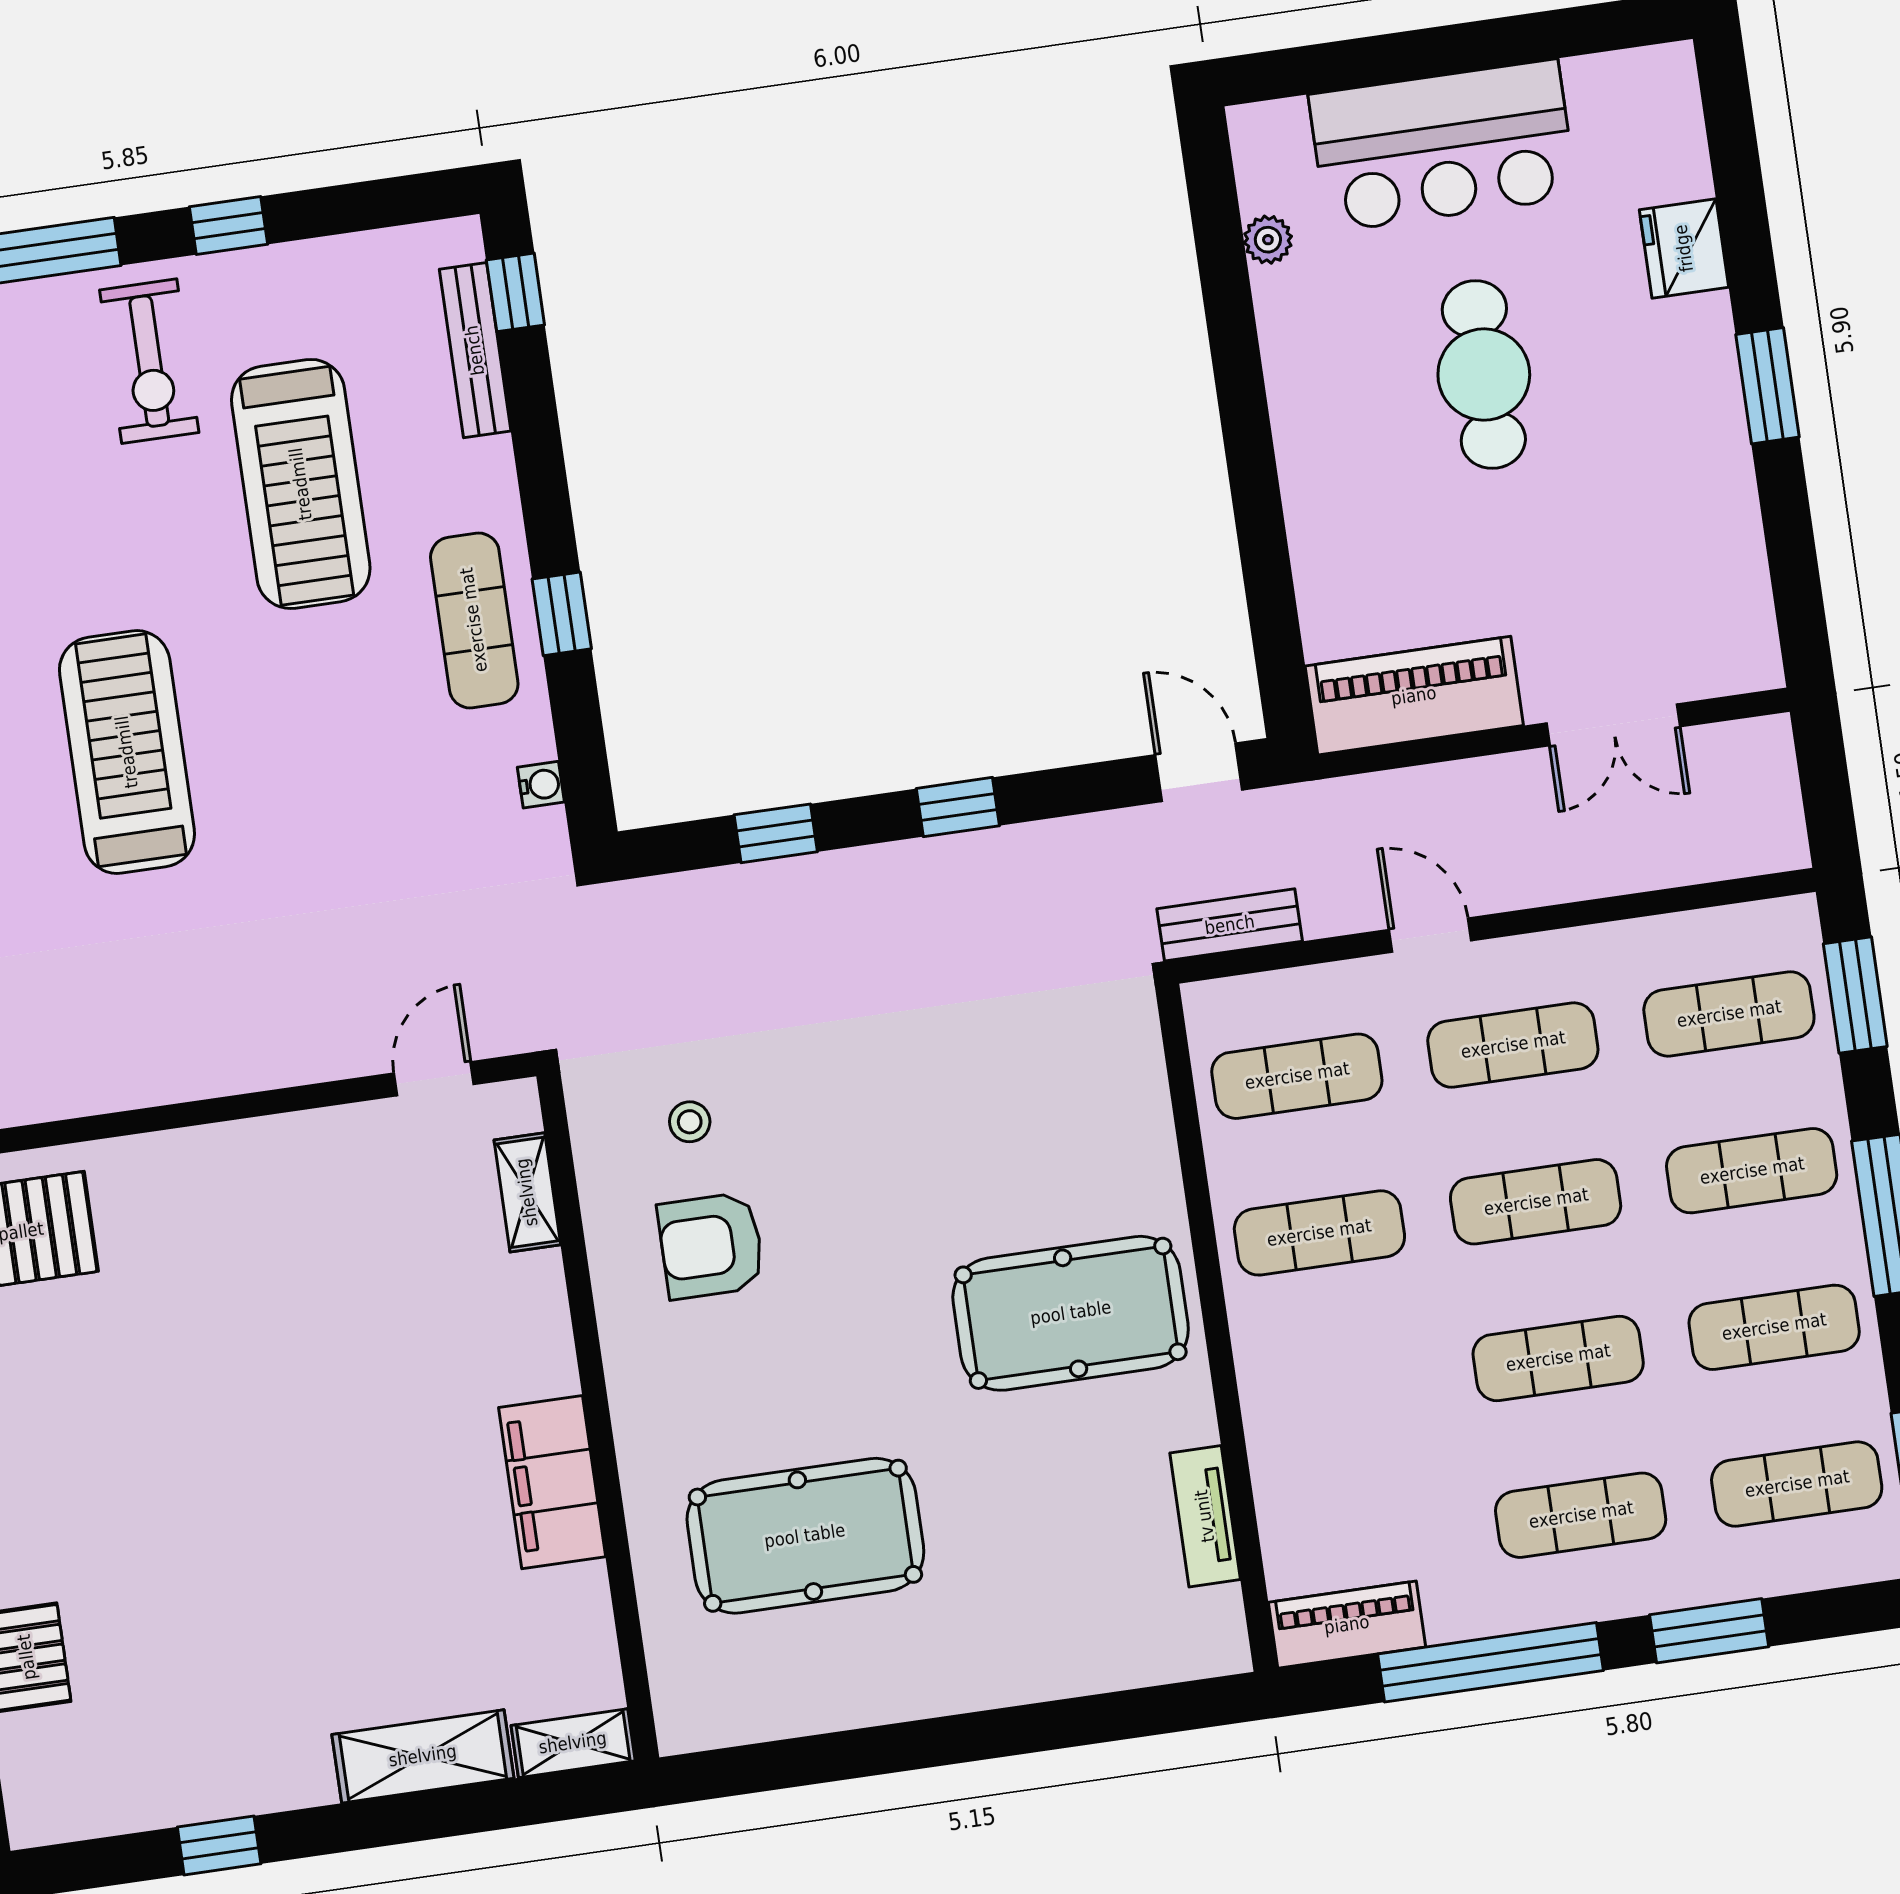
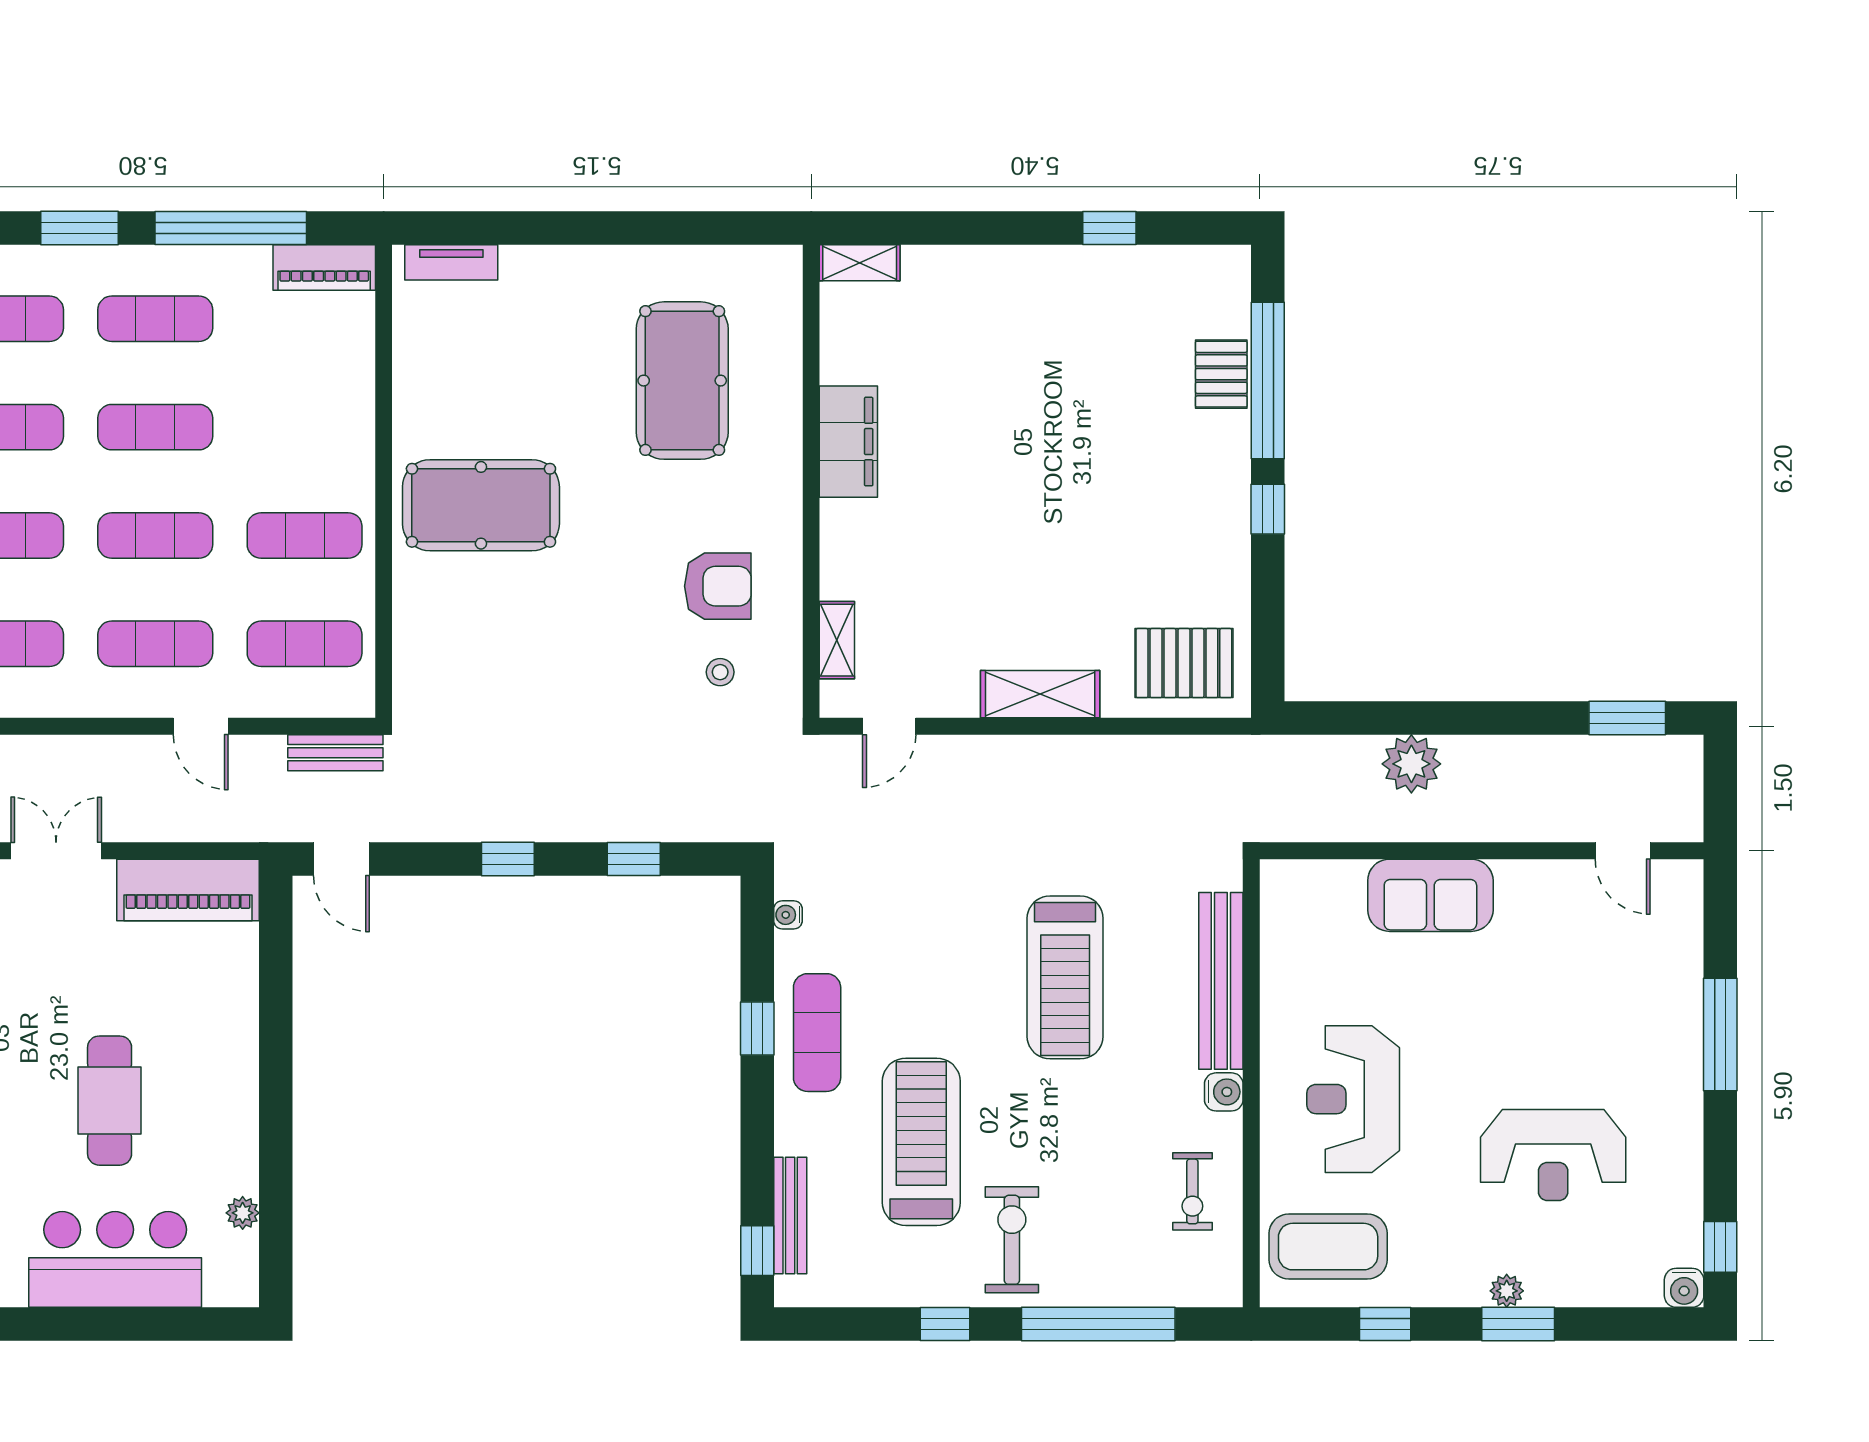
tv unit: (1205, 1516) -> (451, 262), moved, turned 90
pool table: (805, 1536) -> (682, 381), turned 90
shelving: (423, 1756) -> (1040, 694), moved

